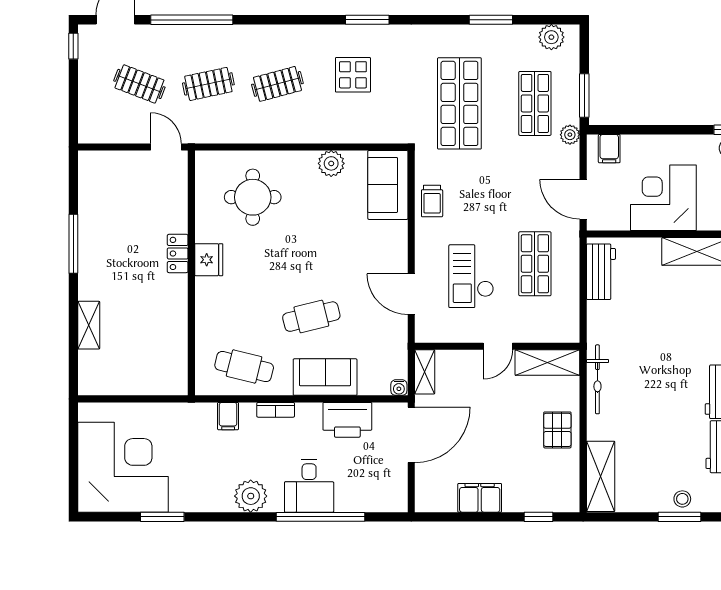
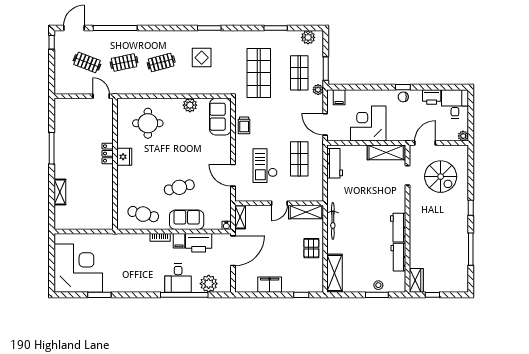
filing cabinet: (228, 416) -> (179, 241), moved
plant: (251, 496) -> (209, 284), moved

